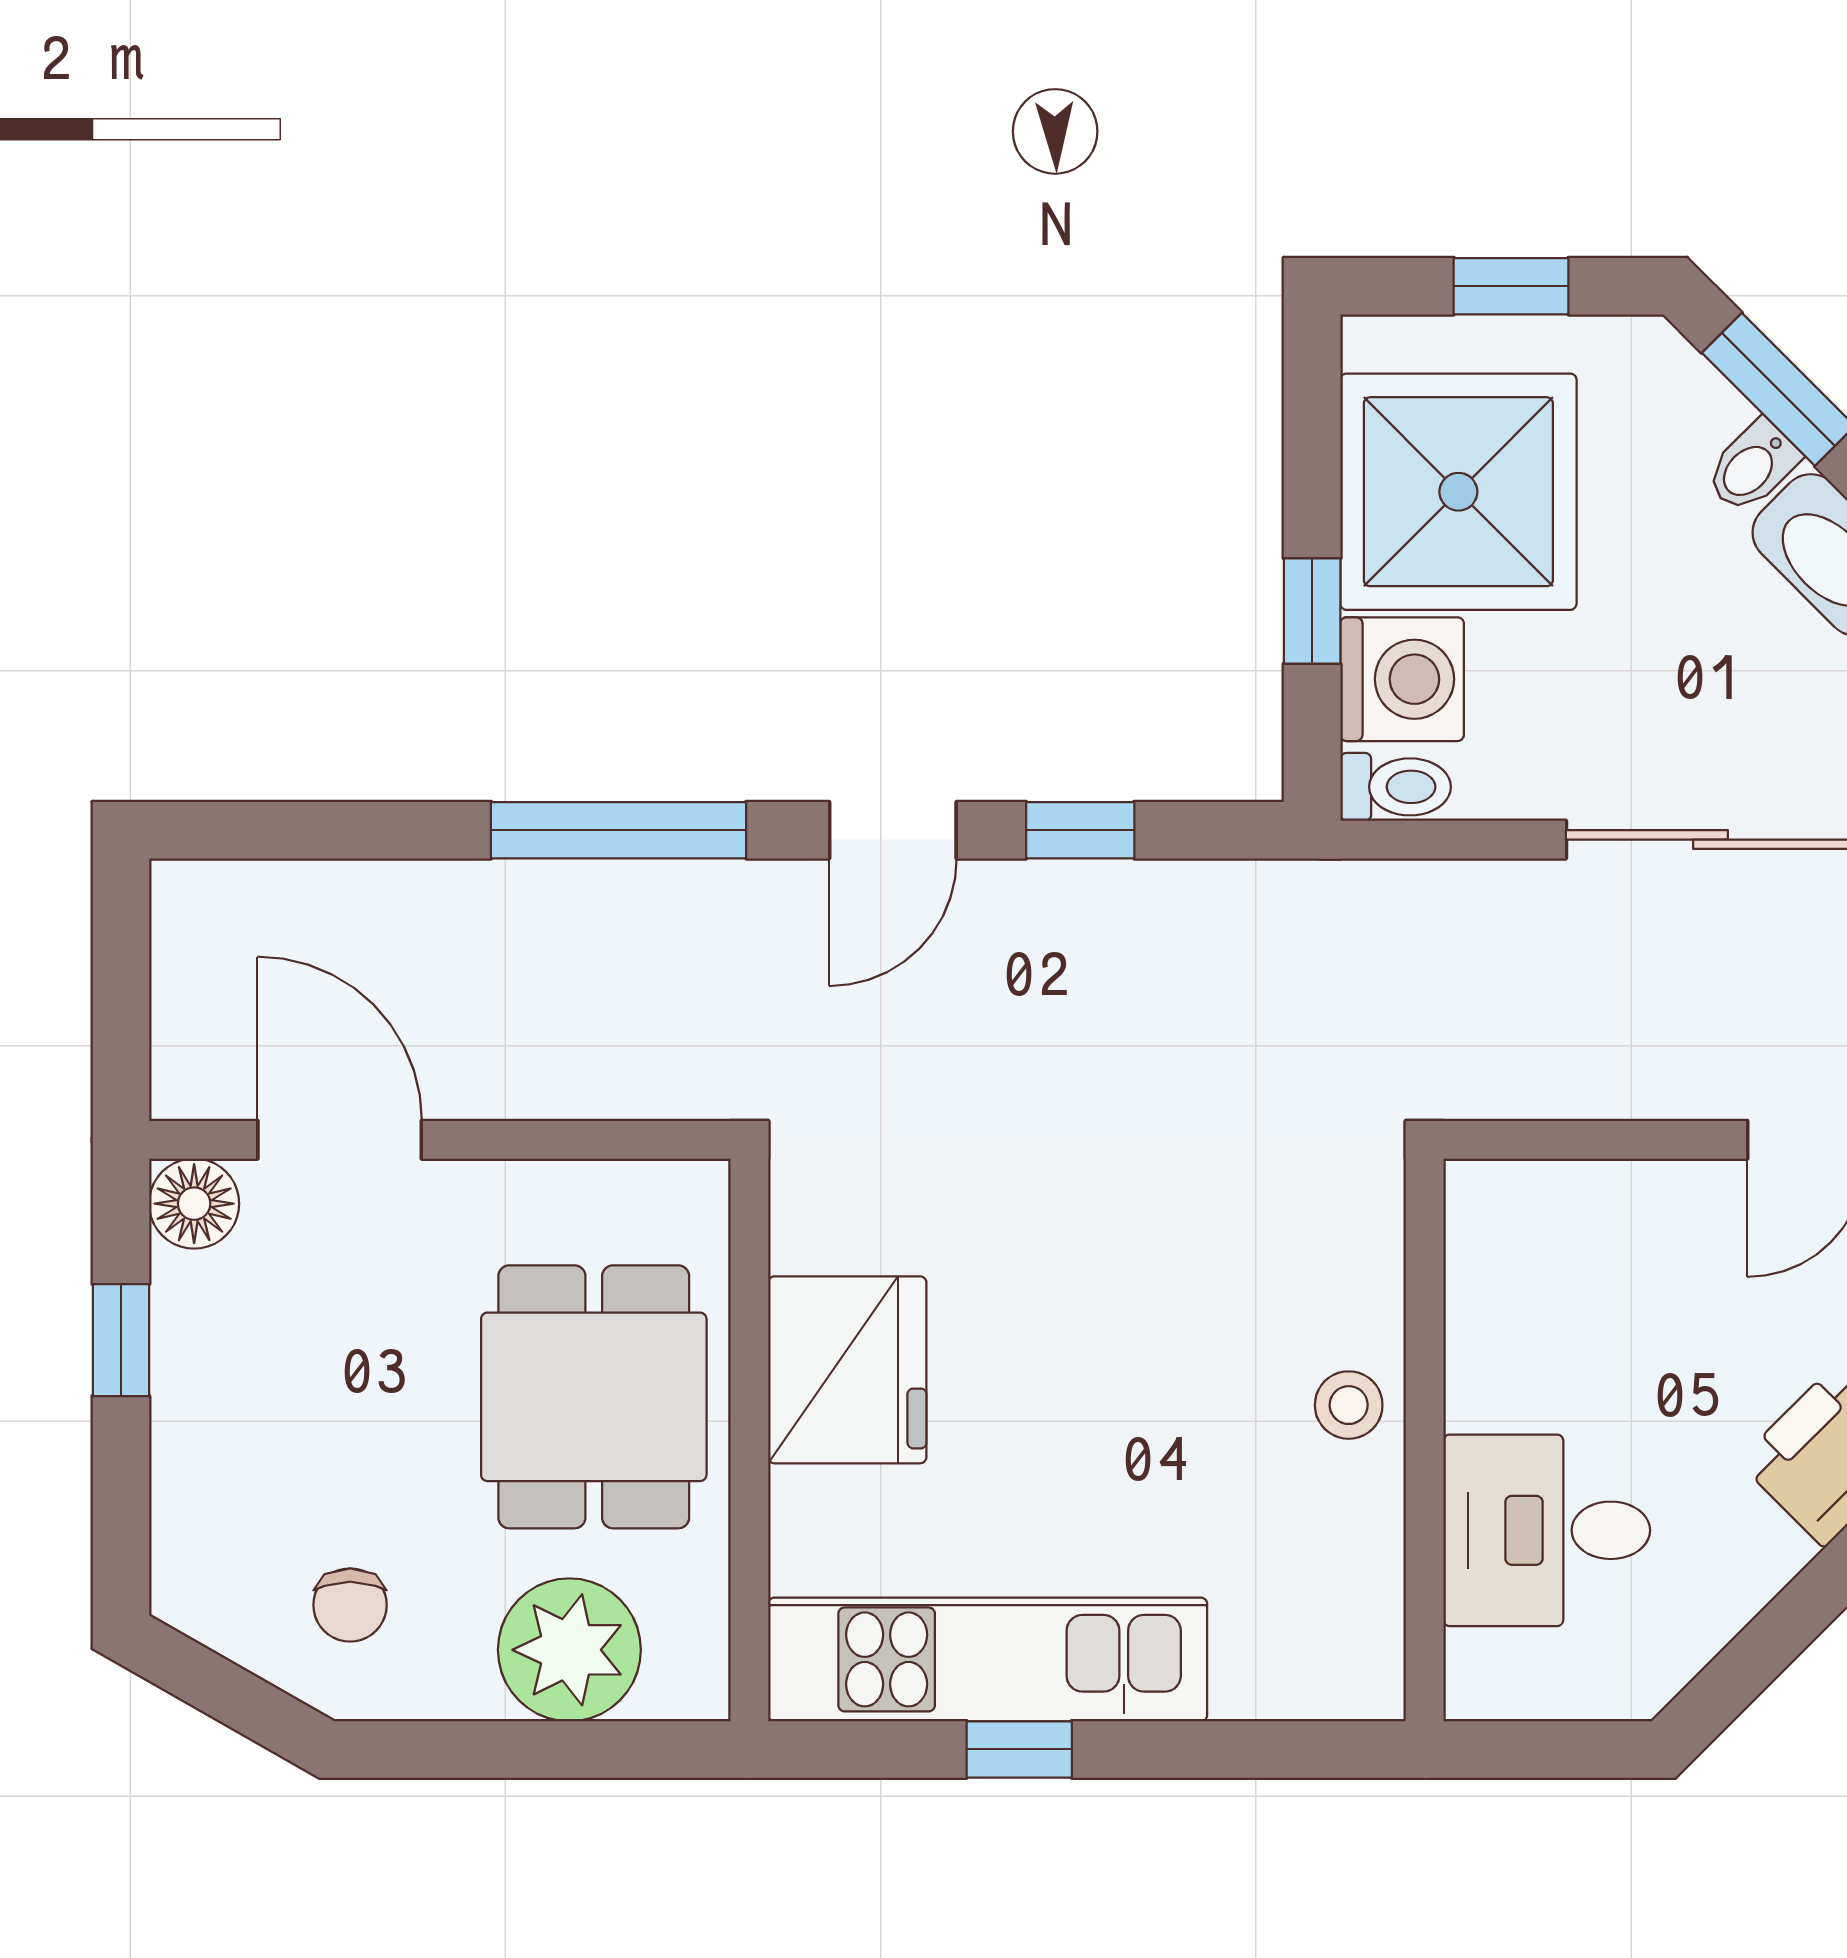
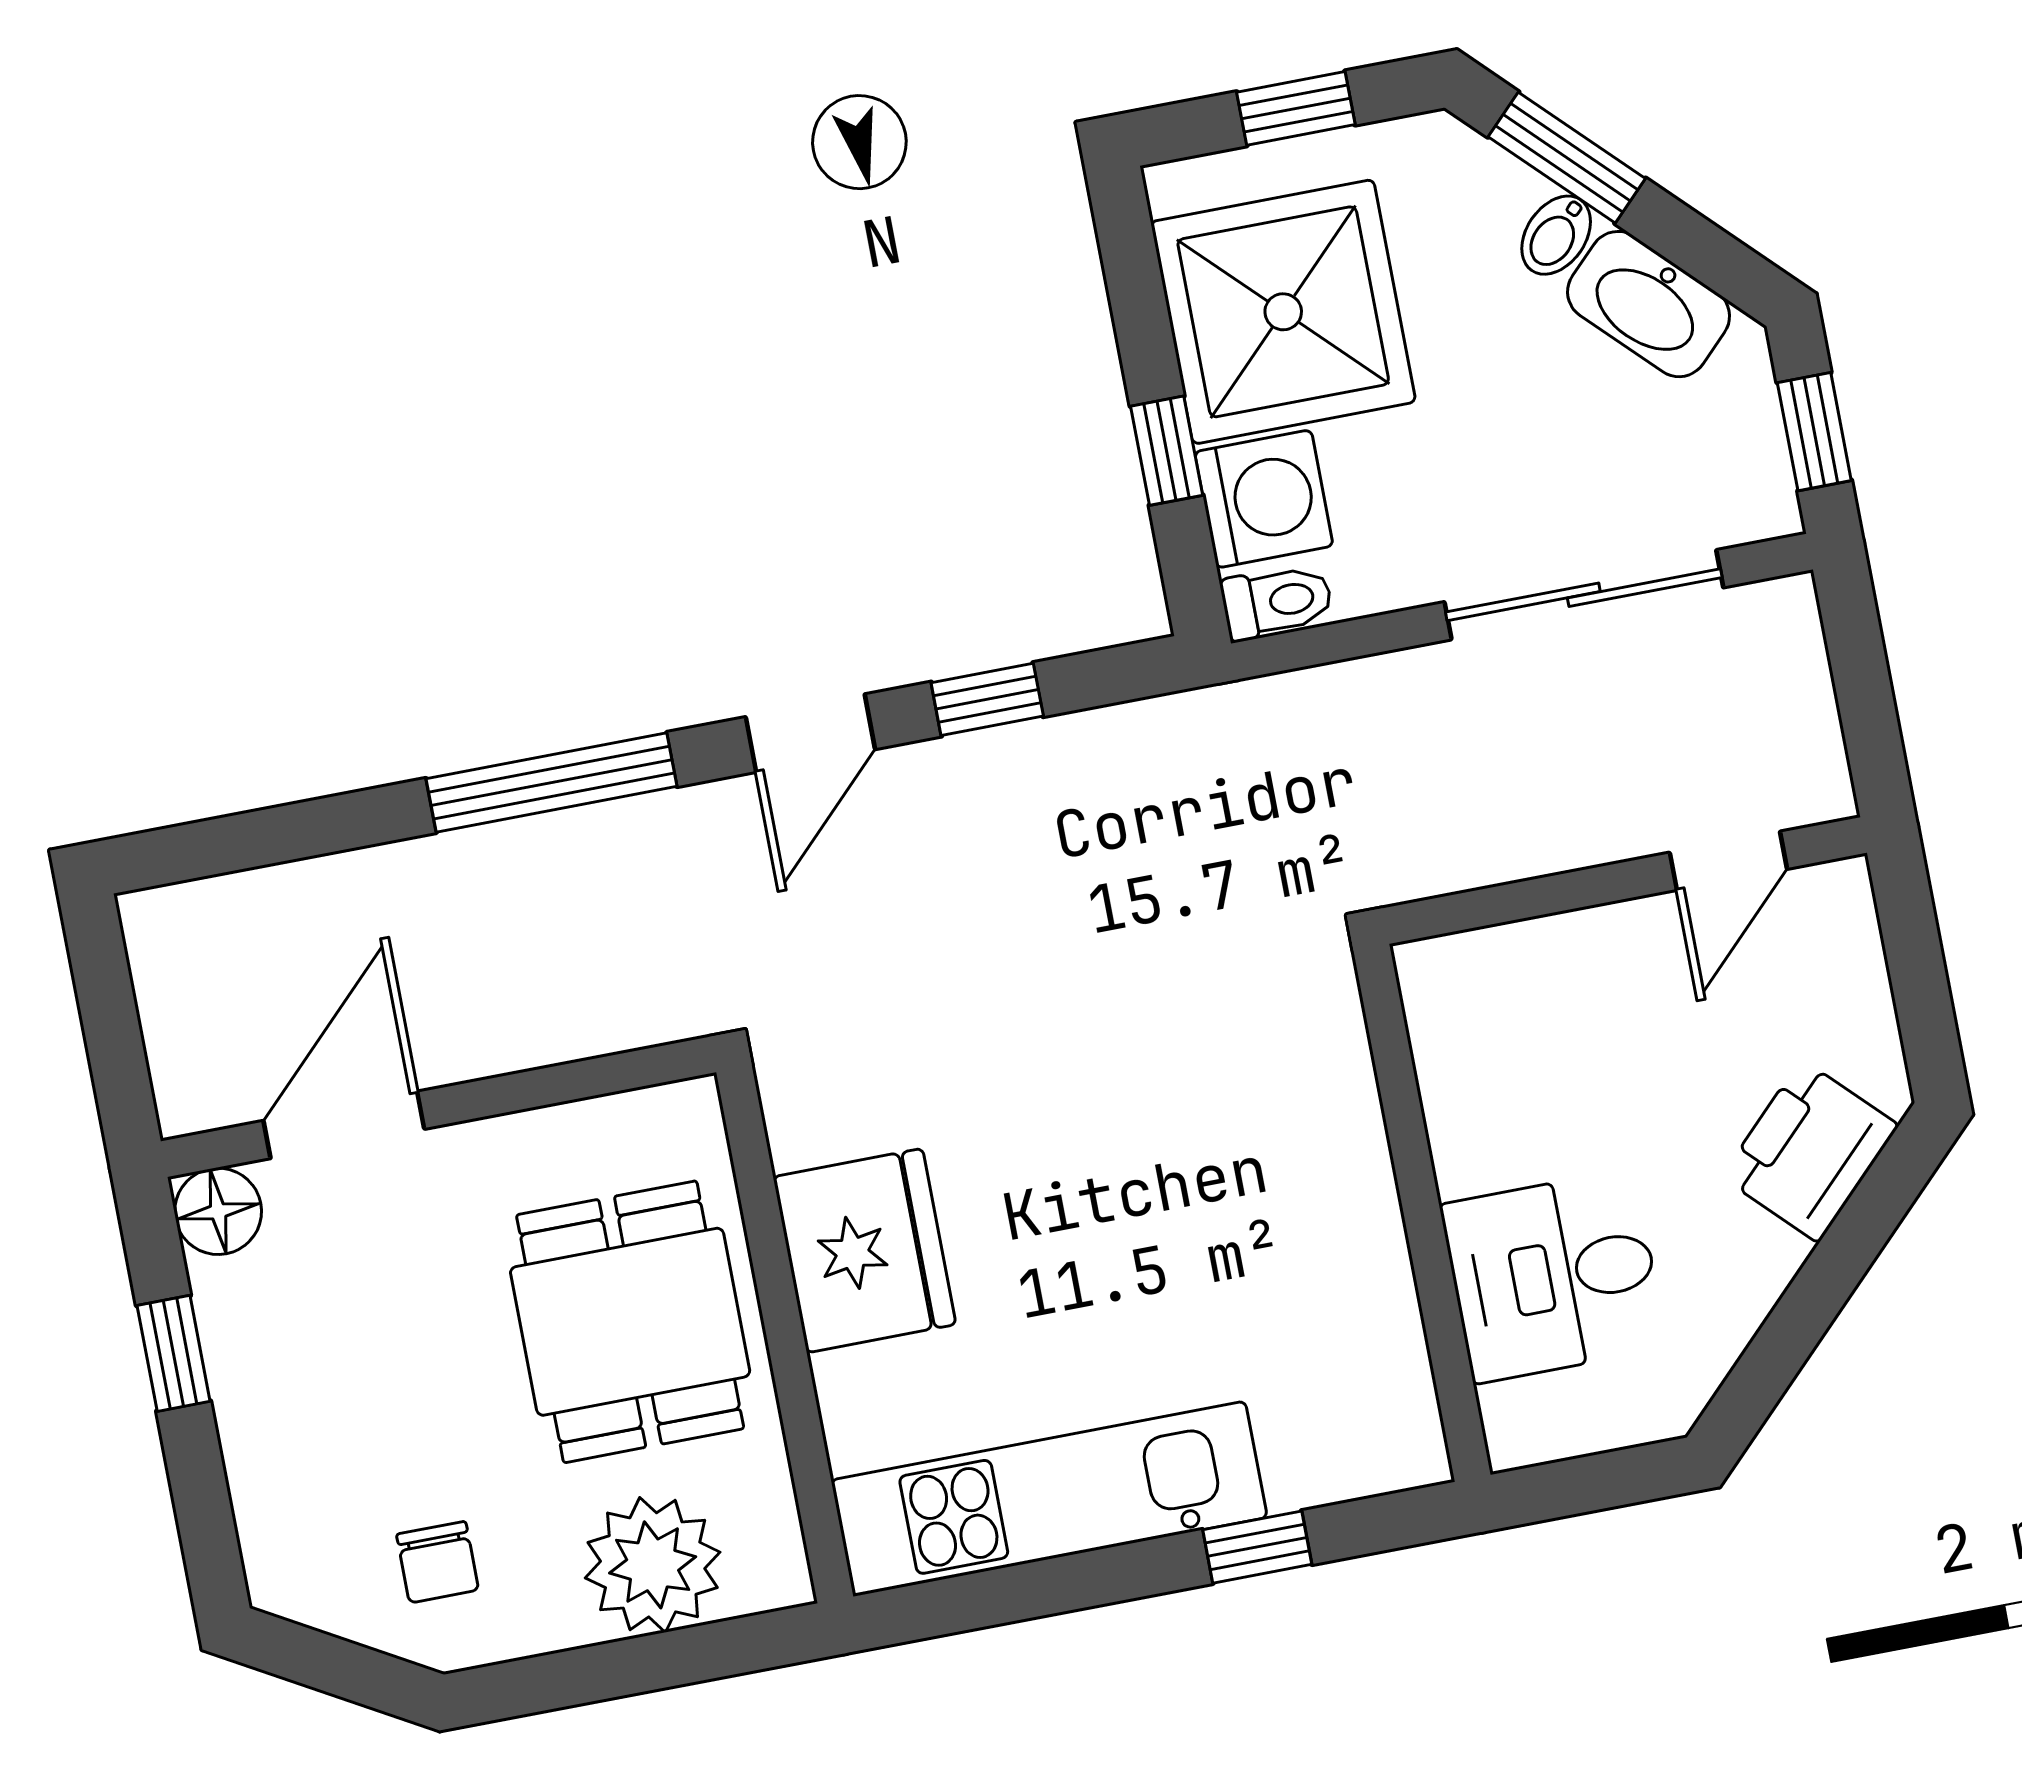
door: (340, 1140) -> (344, 1125), hinge flipped
stool: (1349, 1405) -> (1344, 1194), removed
window: (1019, 1749) -> (1257, 1547), moved

